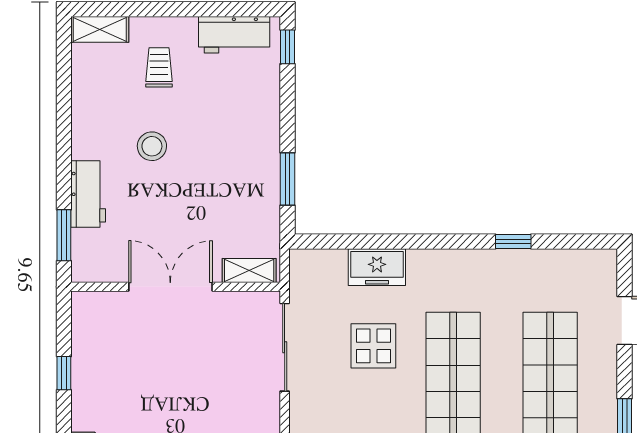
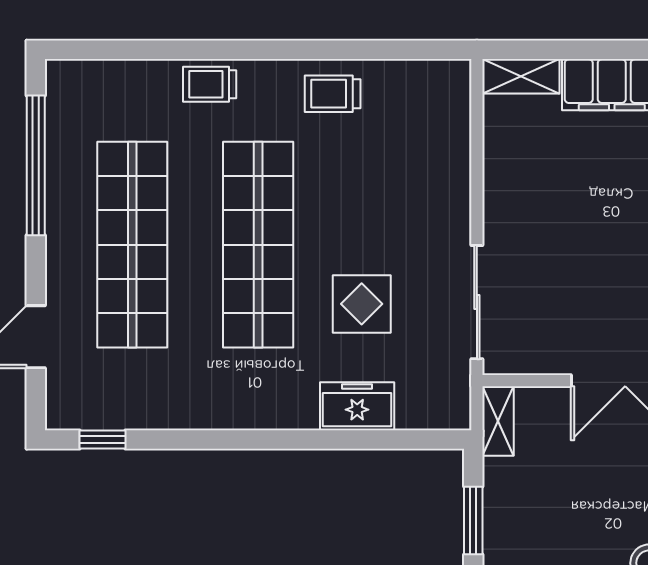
window: (513, 241) -> (103, 439), moved
shelving: (249, 270) -> (498, 421), moved, turned 90

